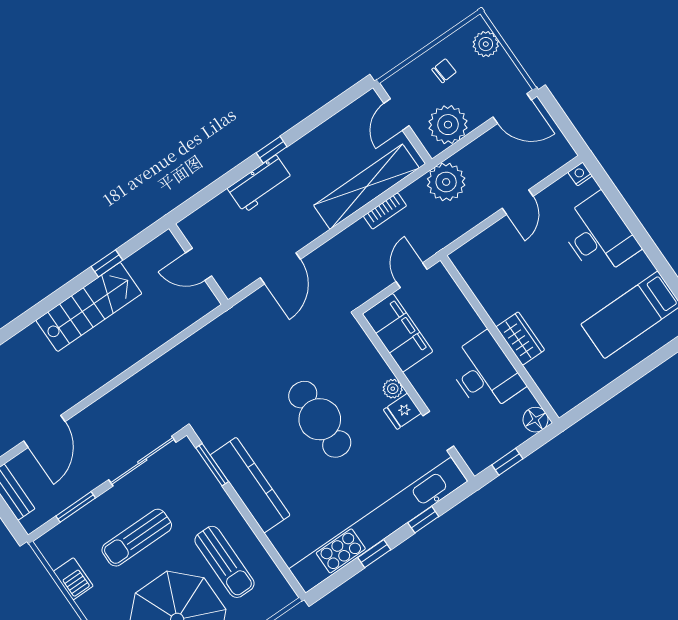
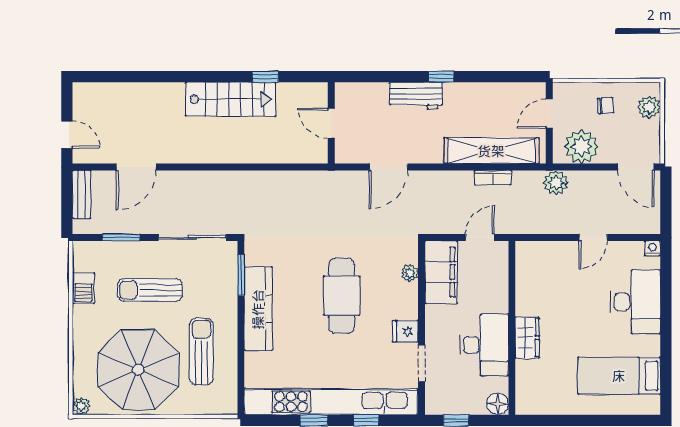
plant: (446, 182) -> (556, 183), width x0.73, depth x0.73
plant: (393, 389) -> (410, 273), moved
sun lounger: (224, 562) -> (201, 351), turned 180

